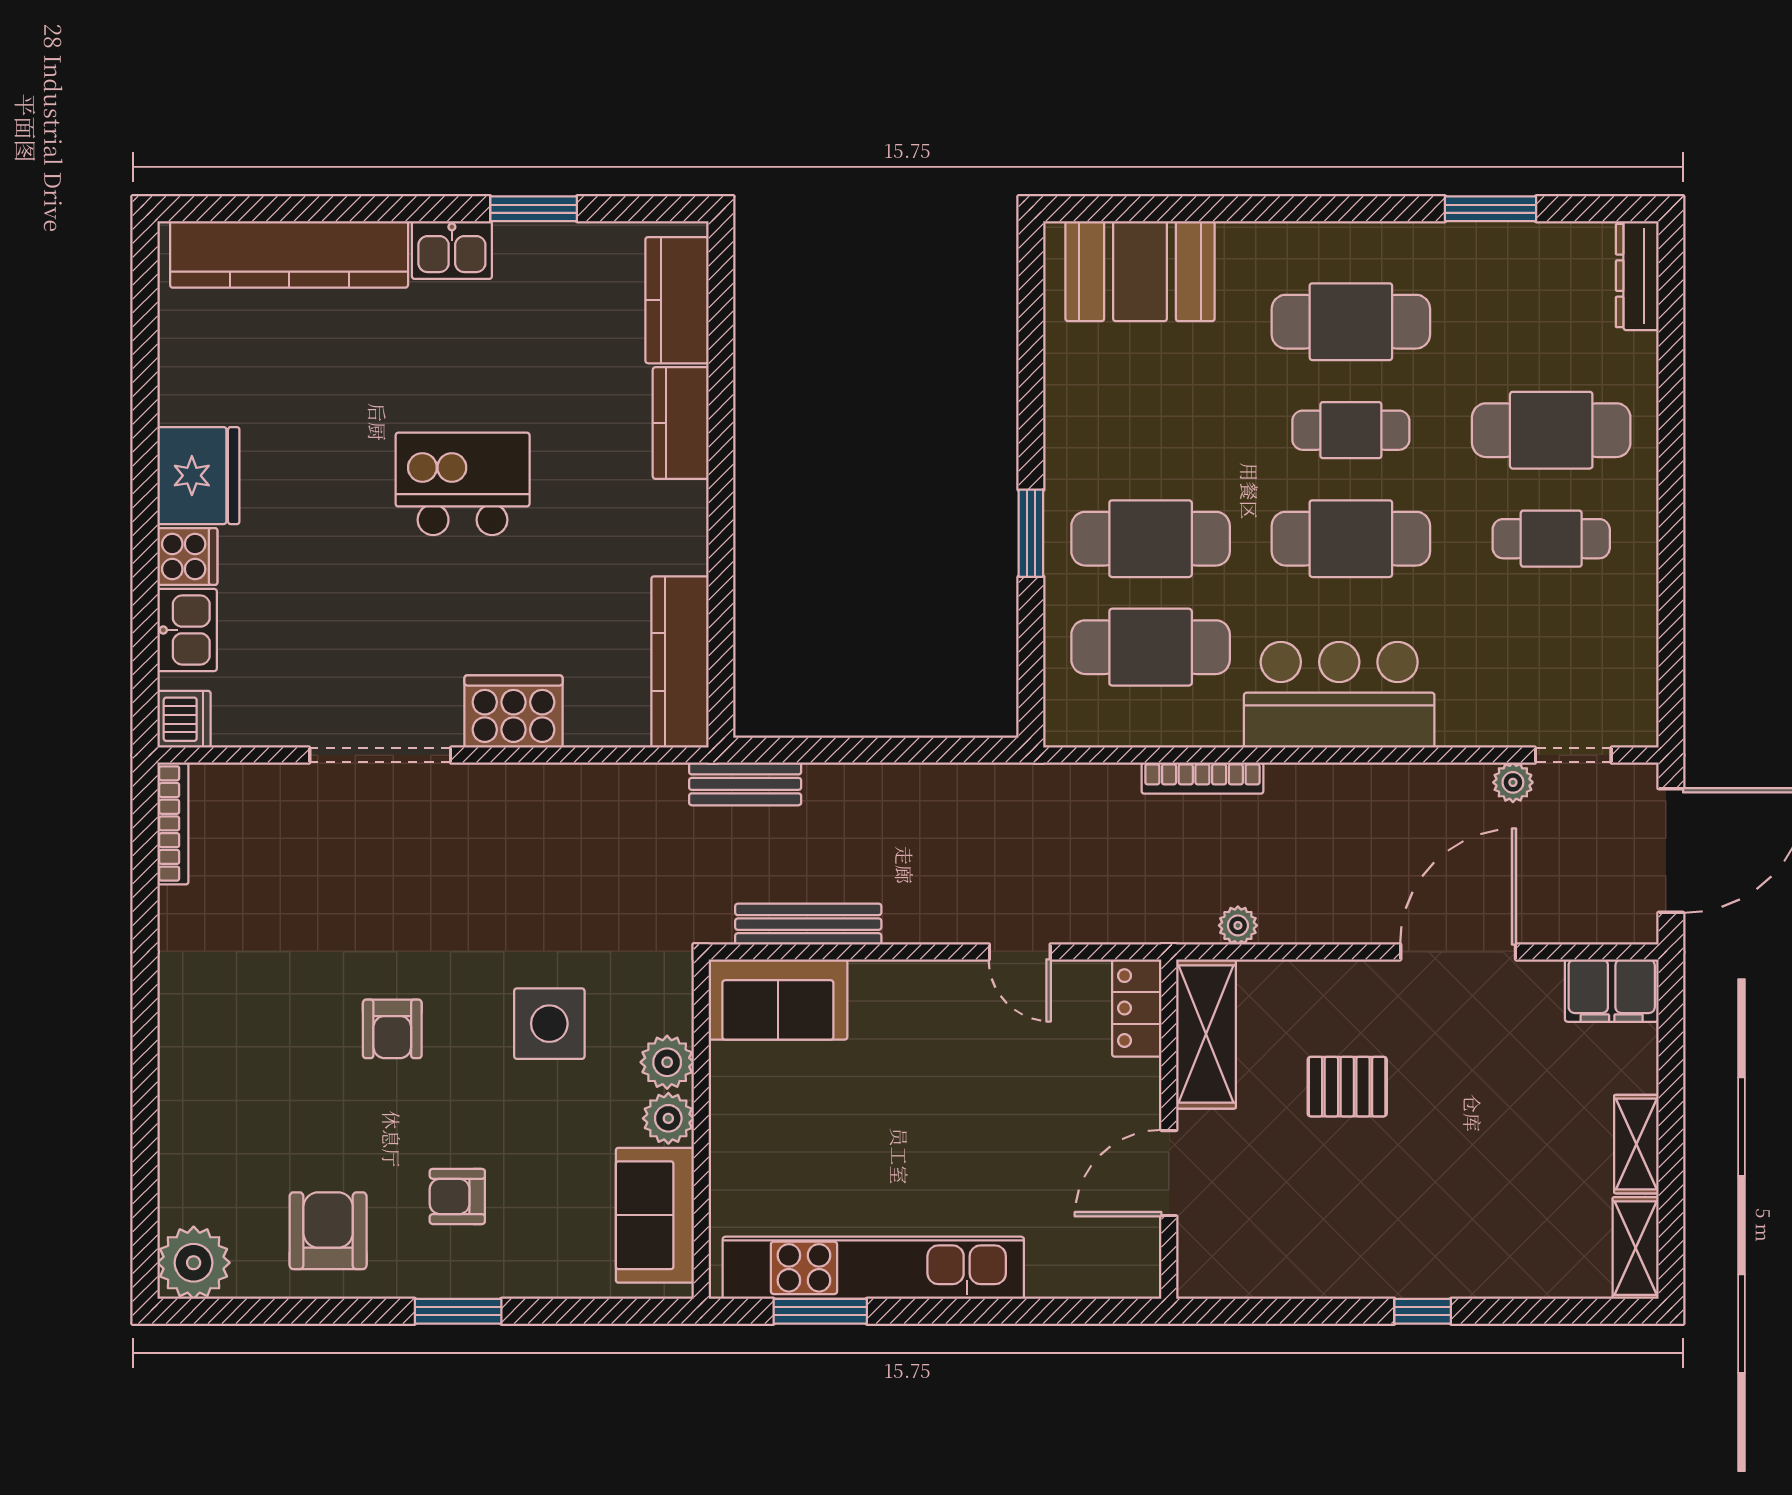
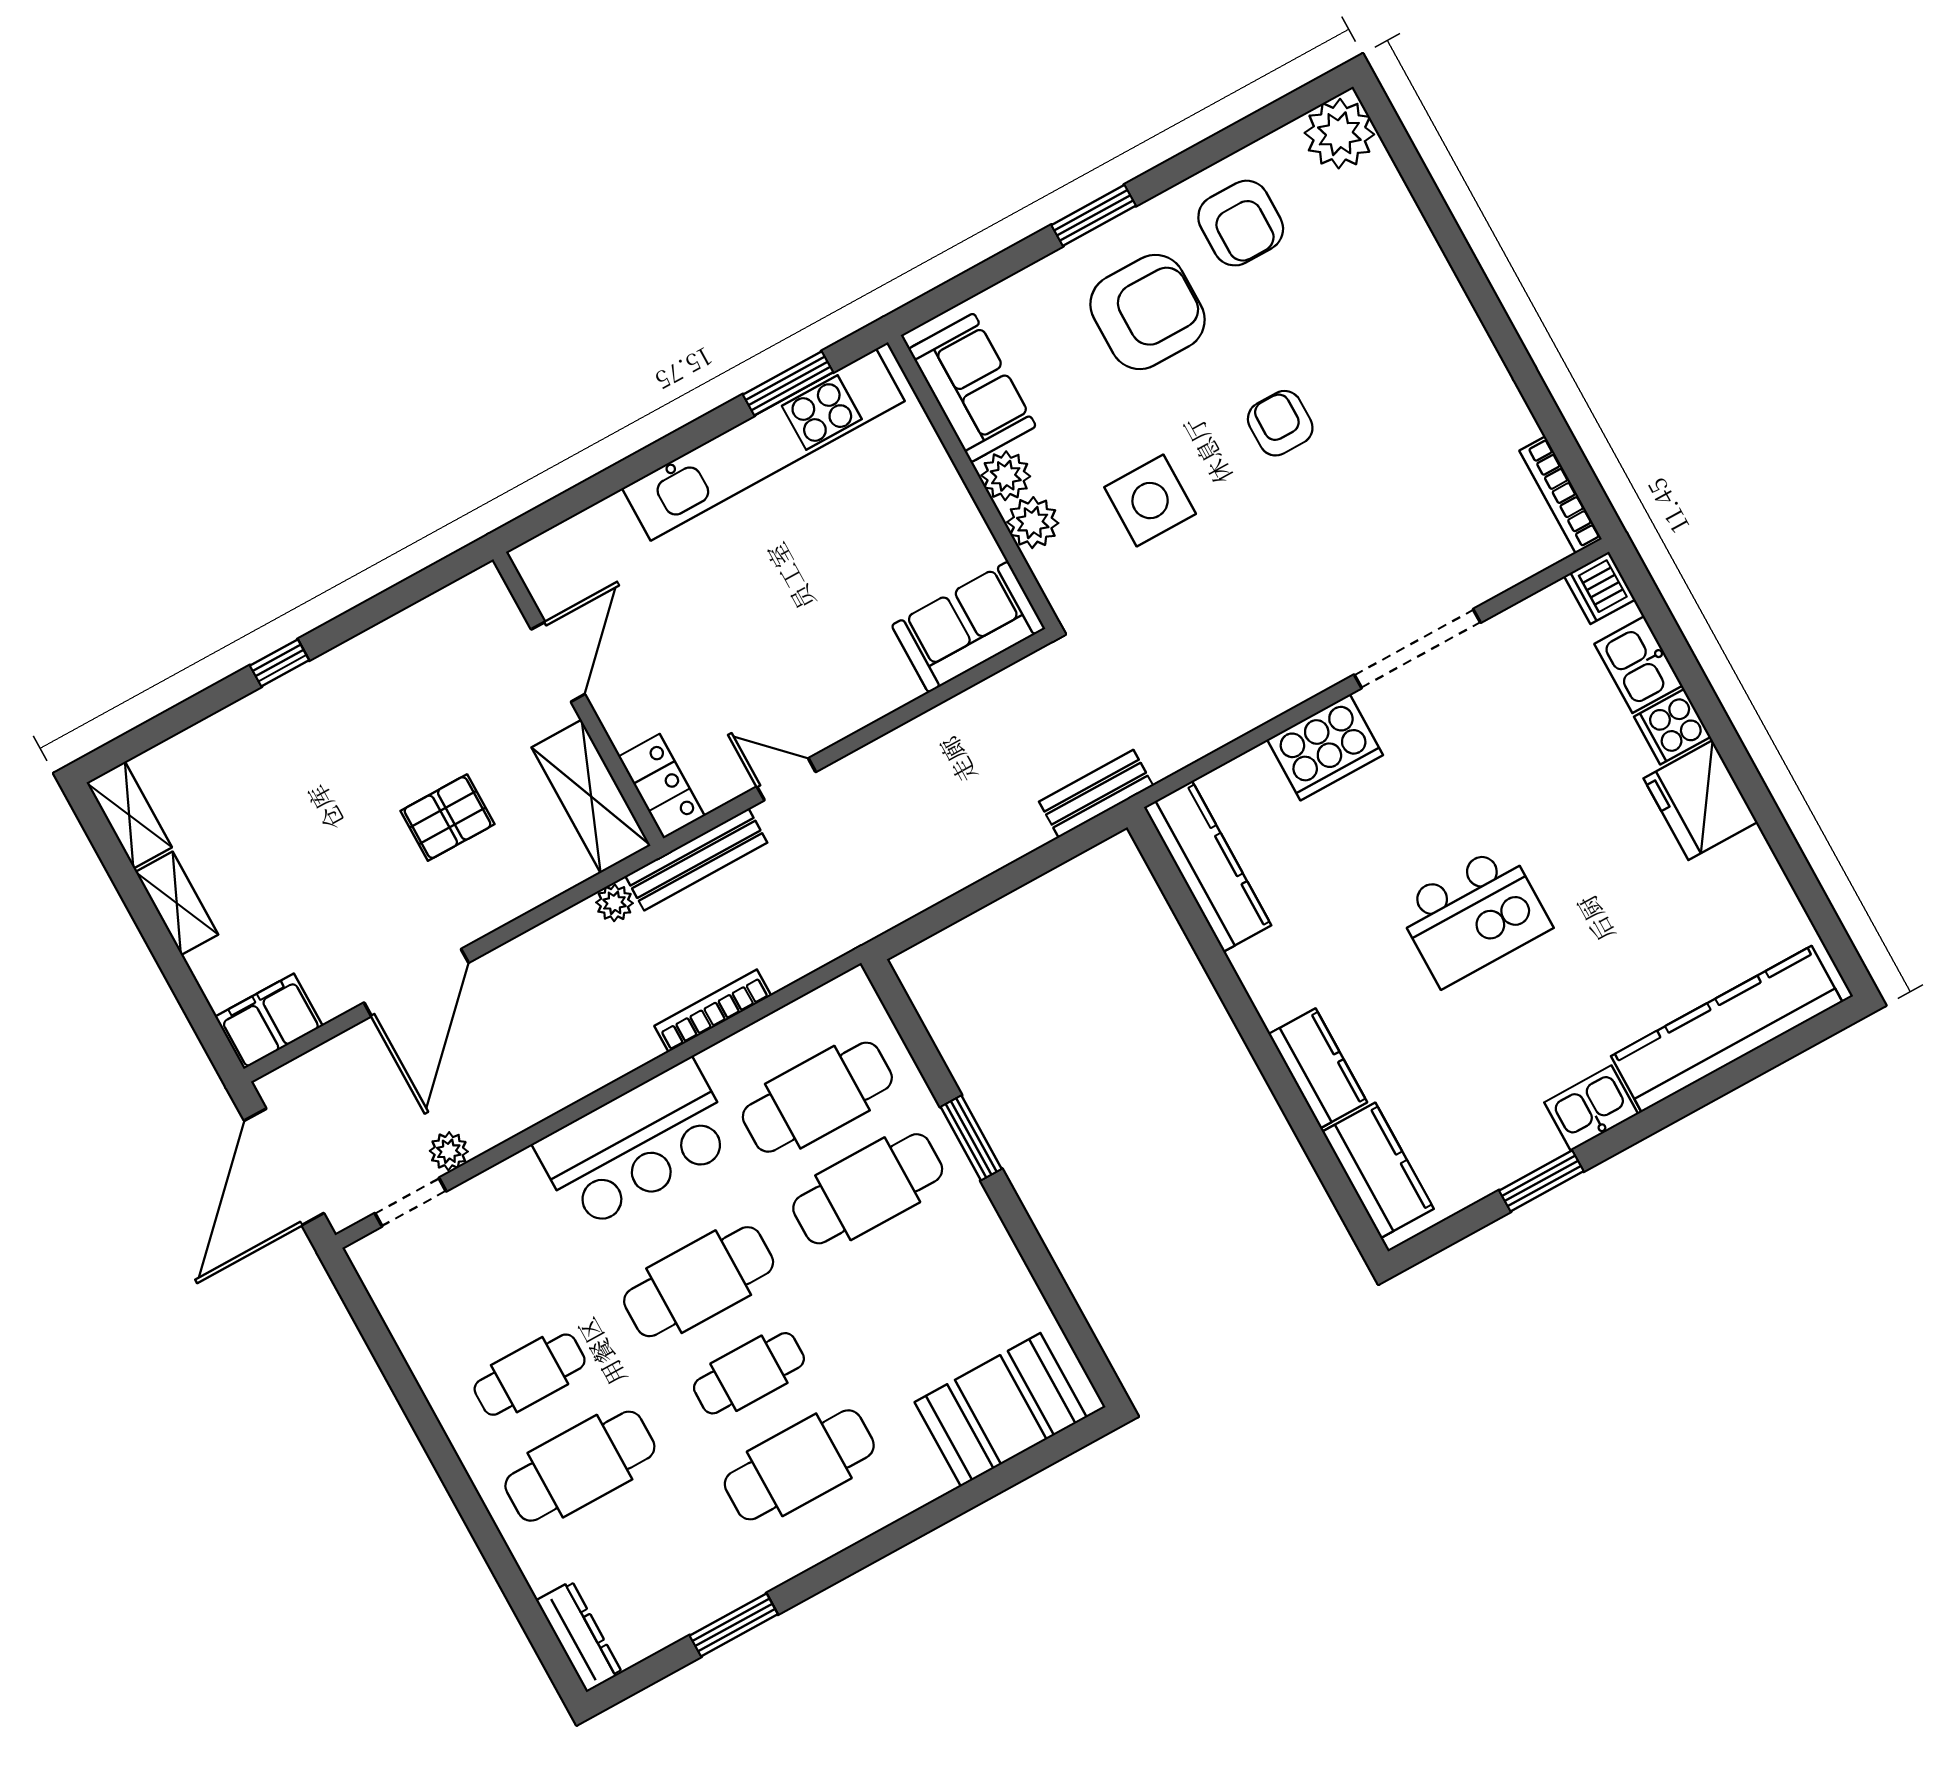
bench: (808, 924) -> (696, 859), moved
armchair: (457, 1196) -> (1148, 312), width x1.88, depth x1.88

